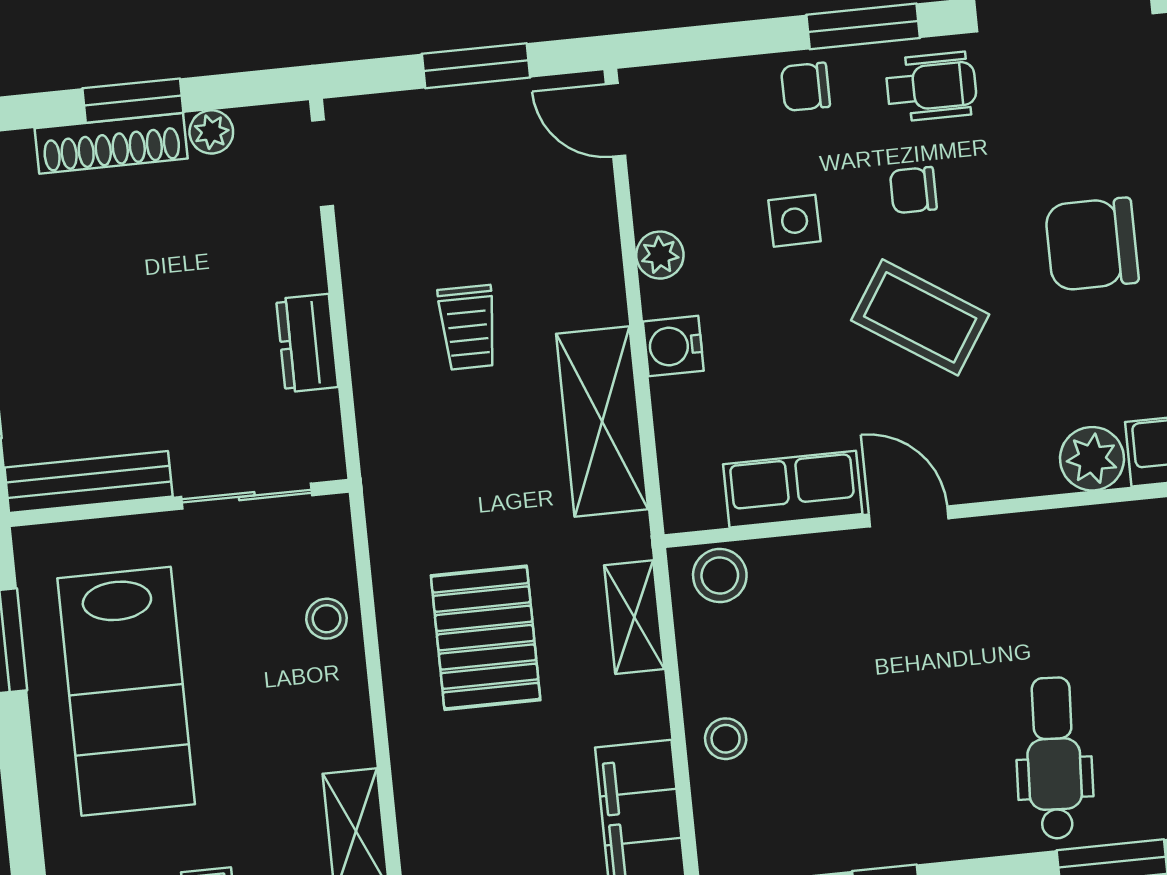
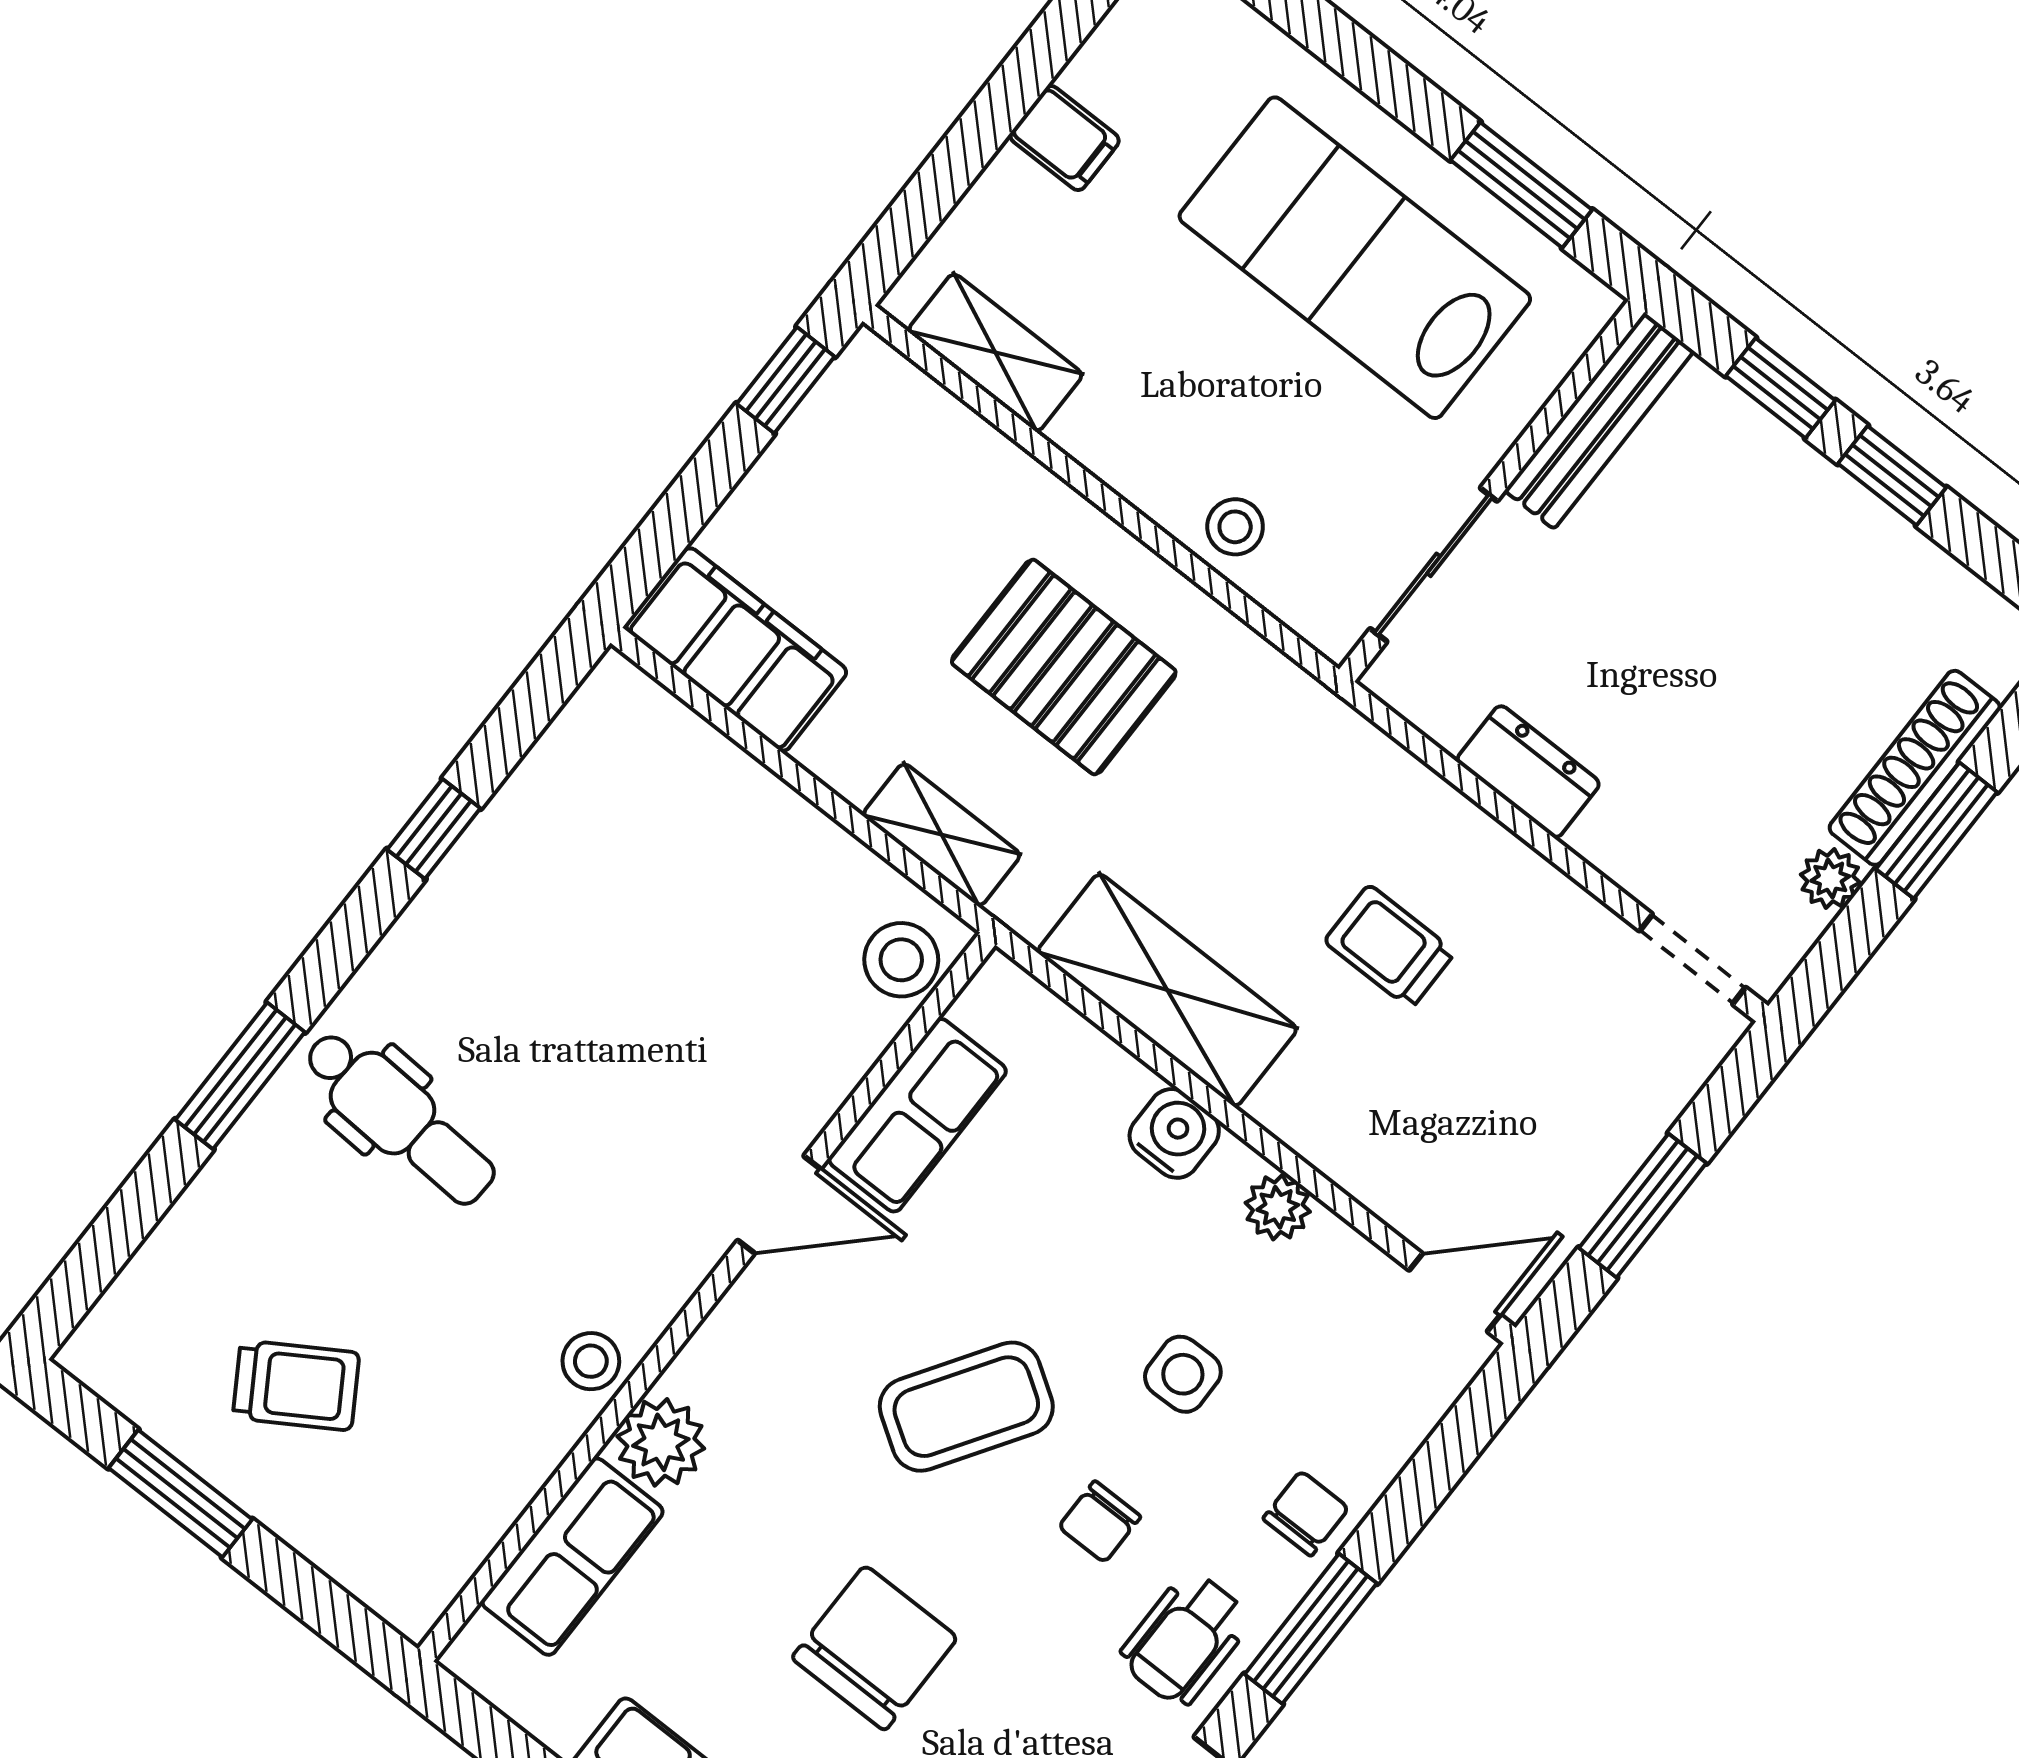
chair: (913, 190) -> (1100, 1522), turned 180
stool: (726, 739) -> (591, 1361), moved

